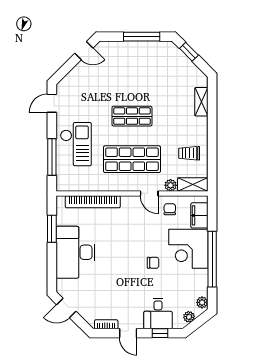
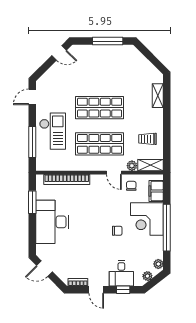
window: (189, 52) -> (147, 54), removed
shop shelf: (132, 116) -> (100, 108), width x1.43, depth x1.36

